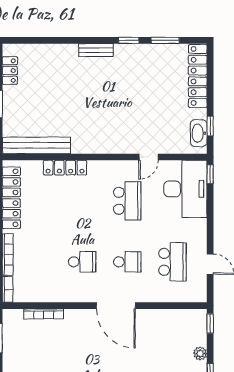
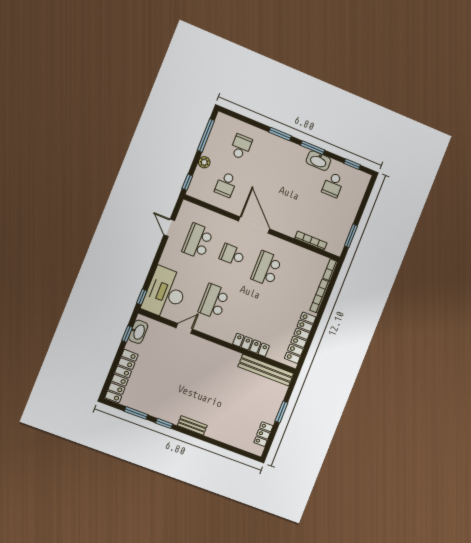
school desk: (82, 262) -> (266, 268), width x1.85
school desk: (166, 338) -> (226, 185), added

